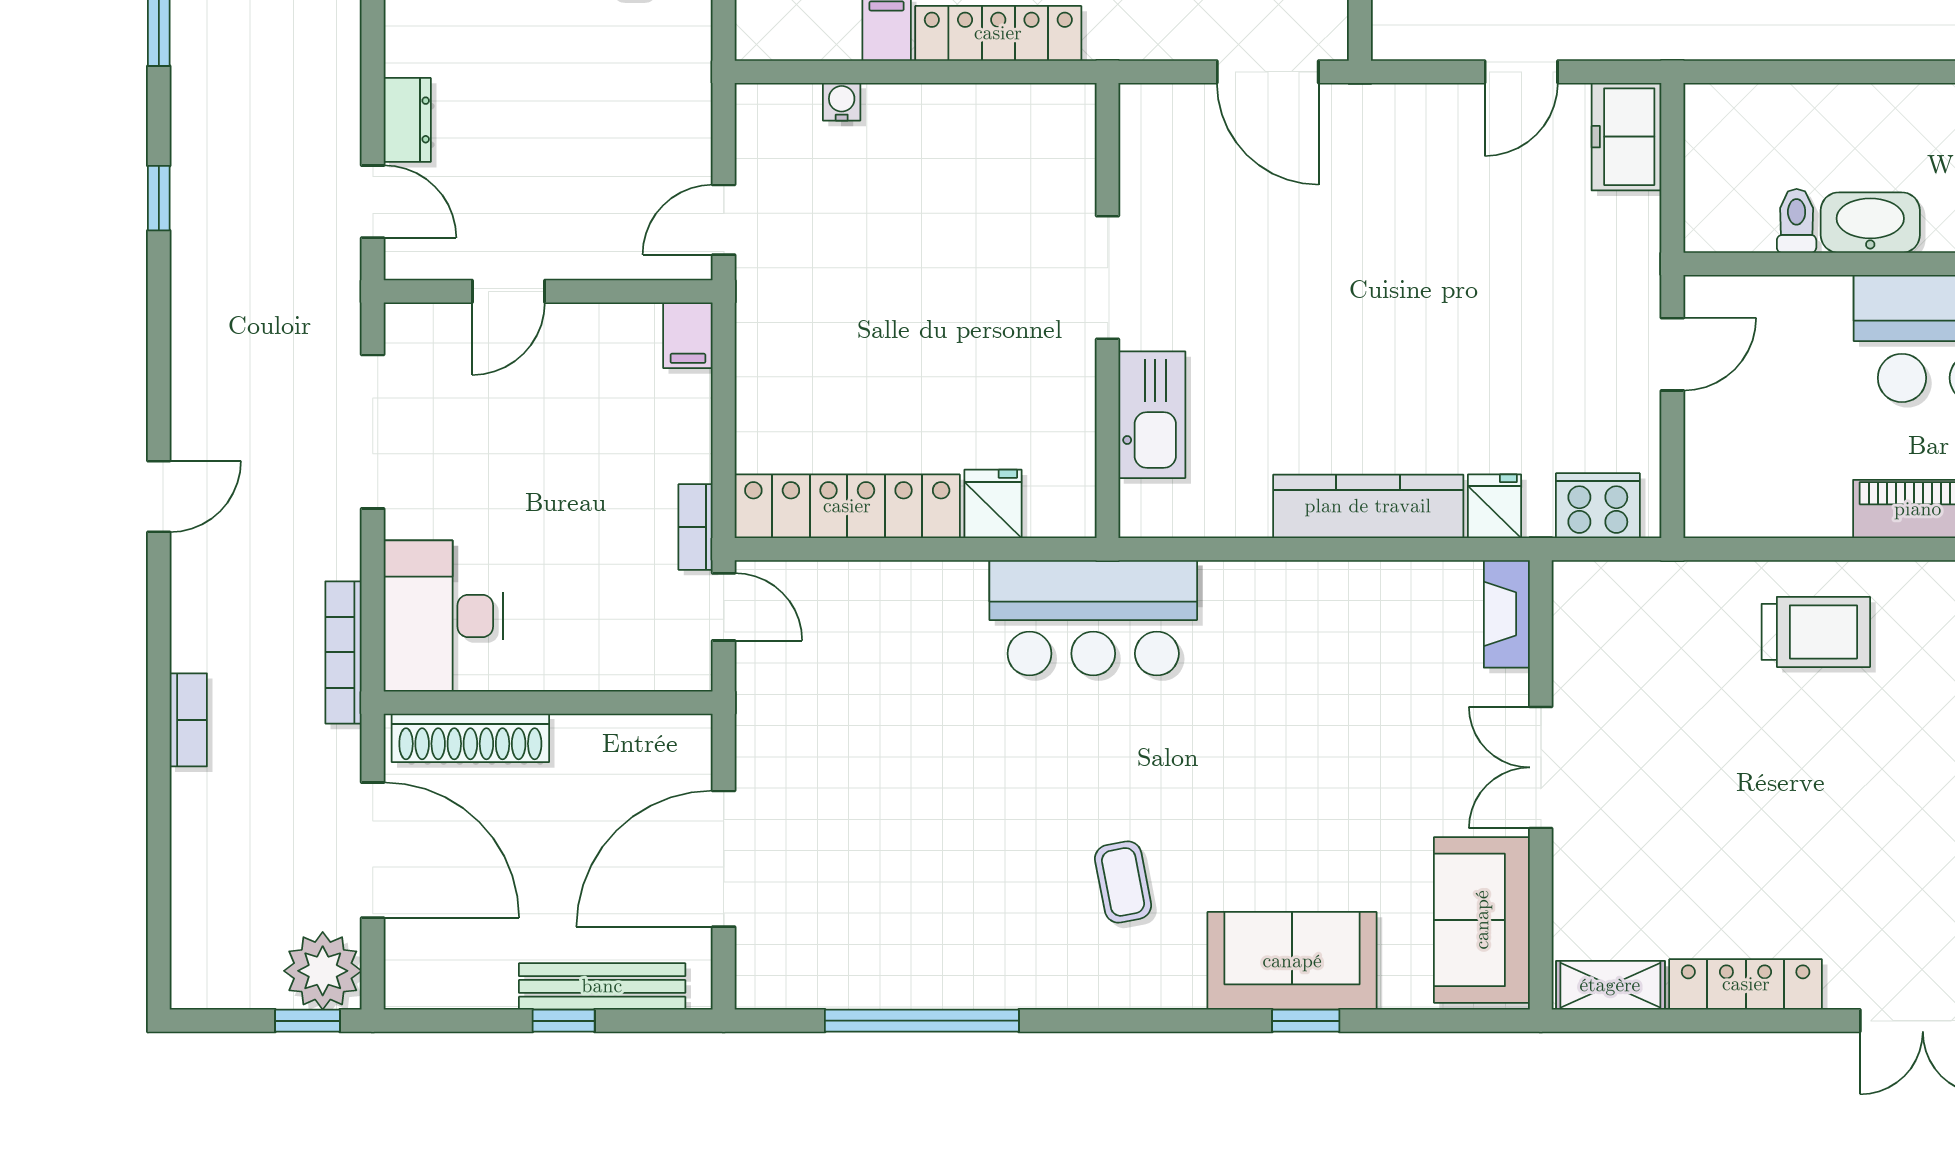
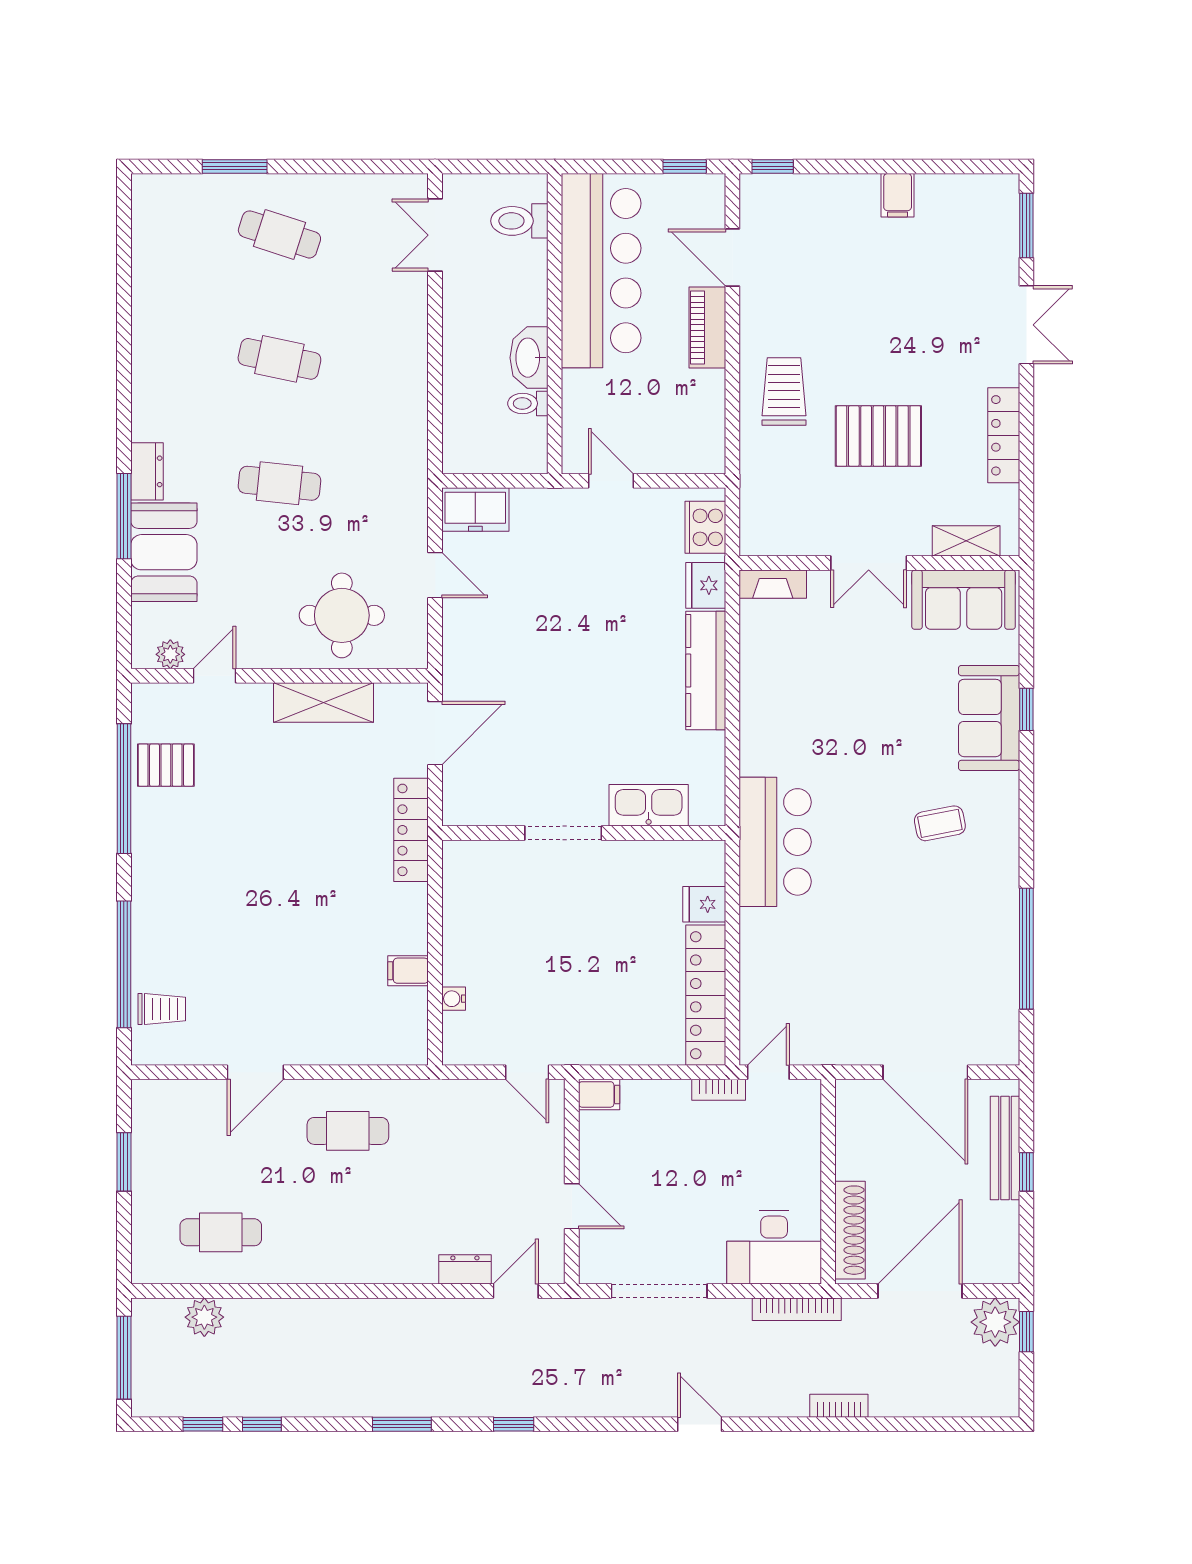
locker: (998, 33) -> (411, 830), moved
fridge: (1494, 506) -> (706, 585), width x1.38
pallet: (1744, 783) -> (878, 436), added
shelving: (1610, 985) -> (966, 541), moved, turned 90

